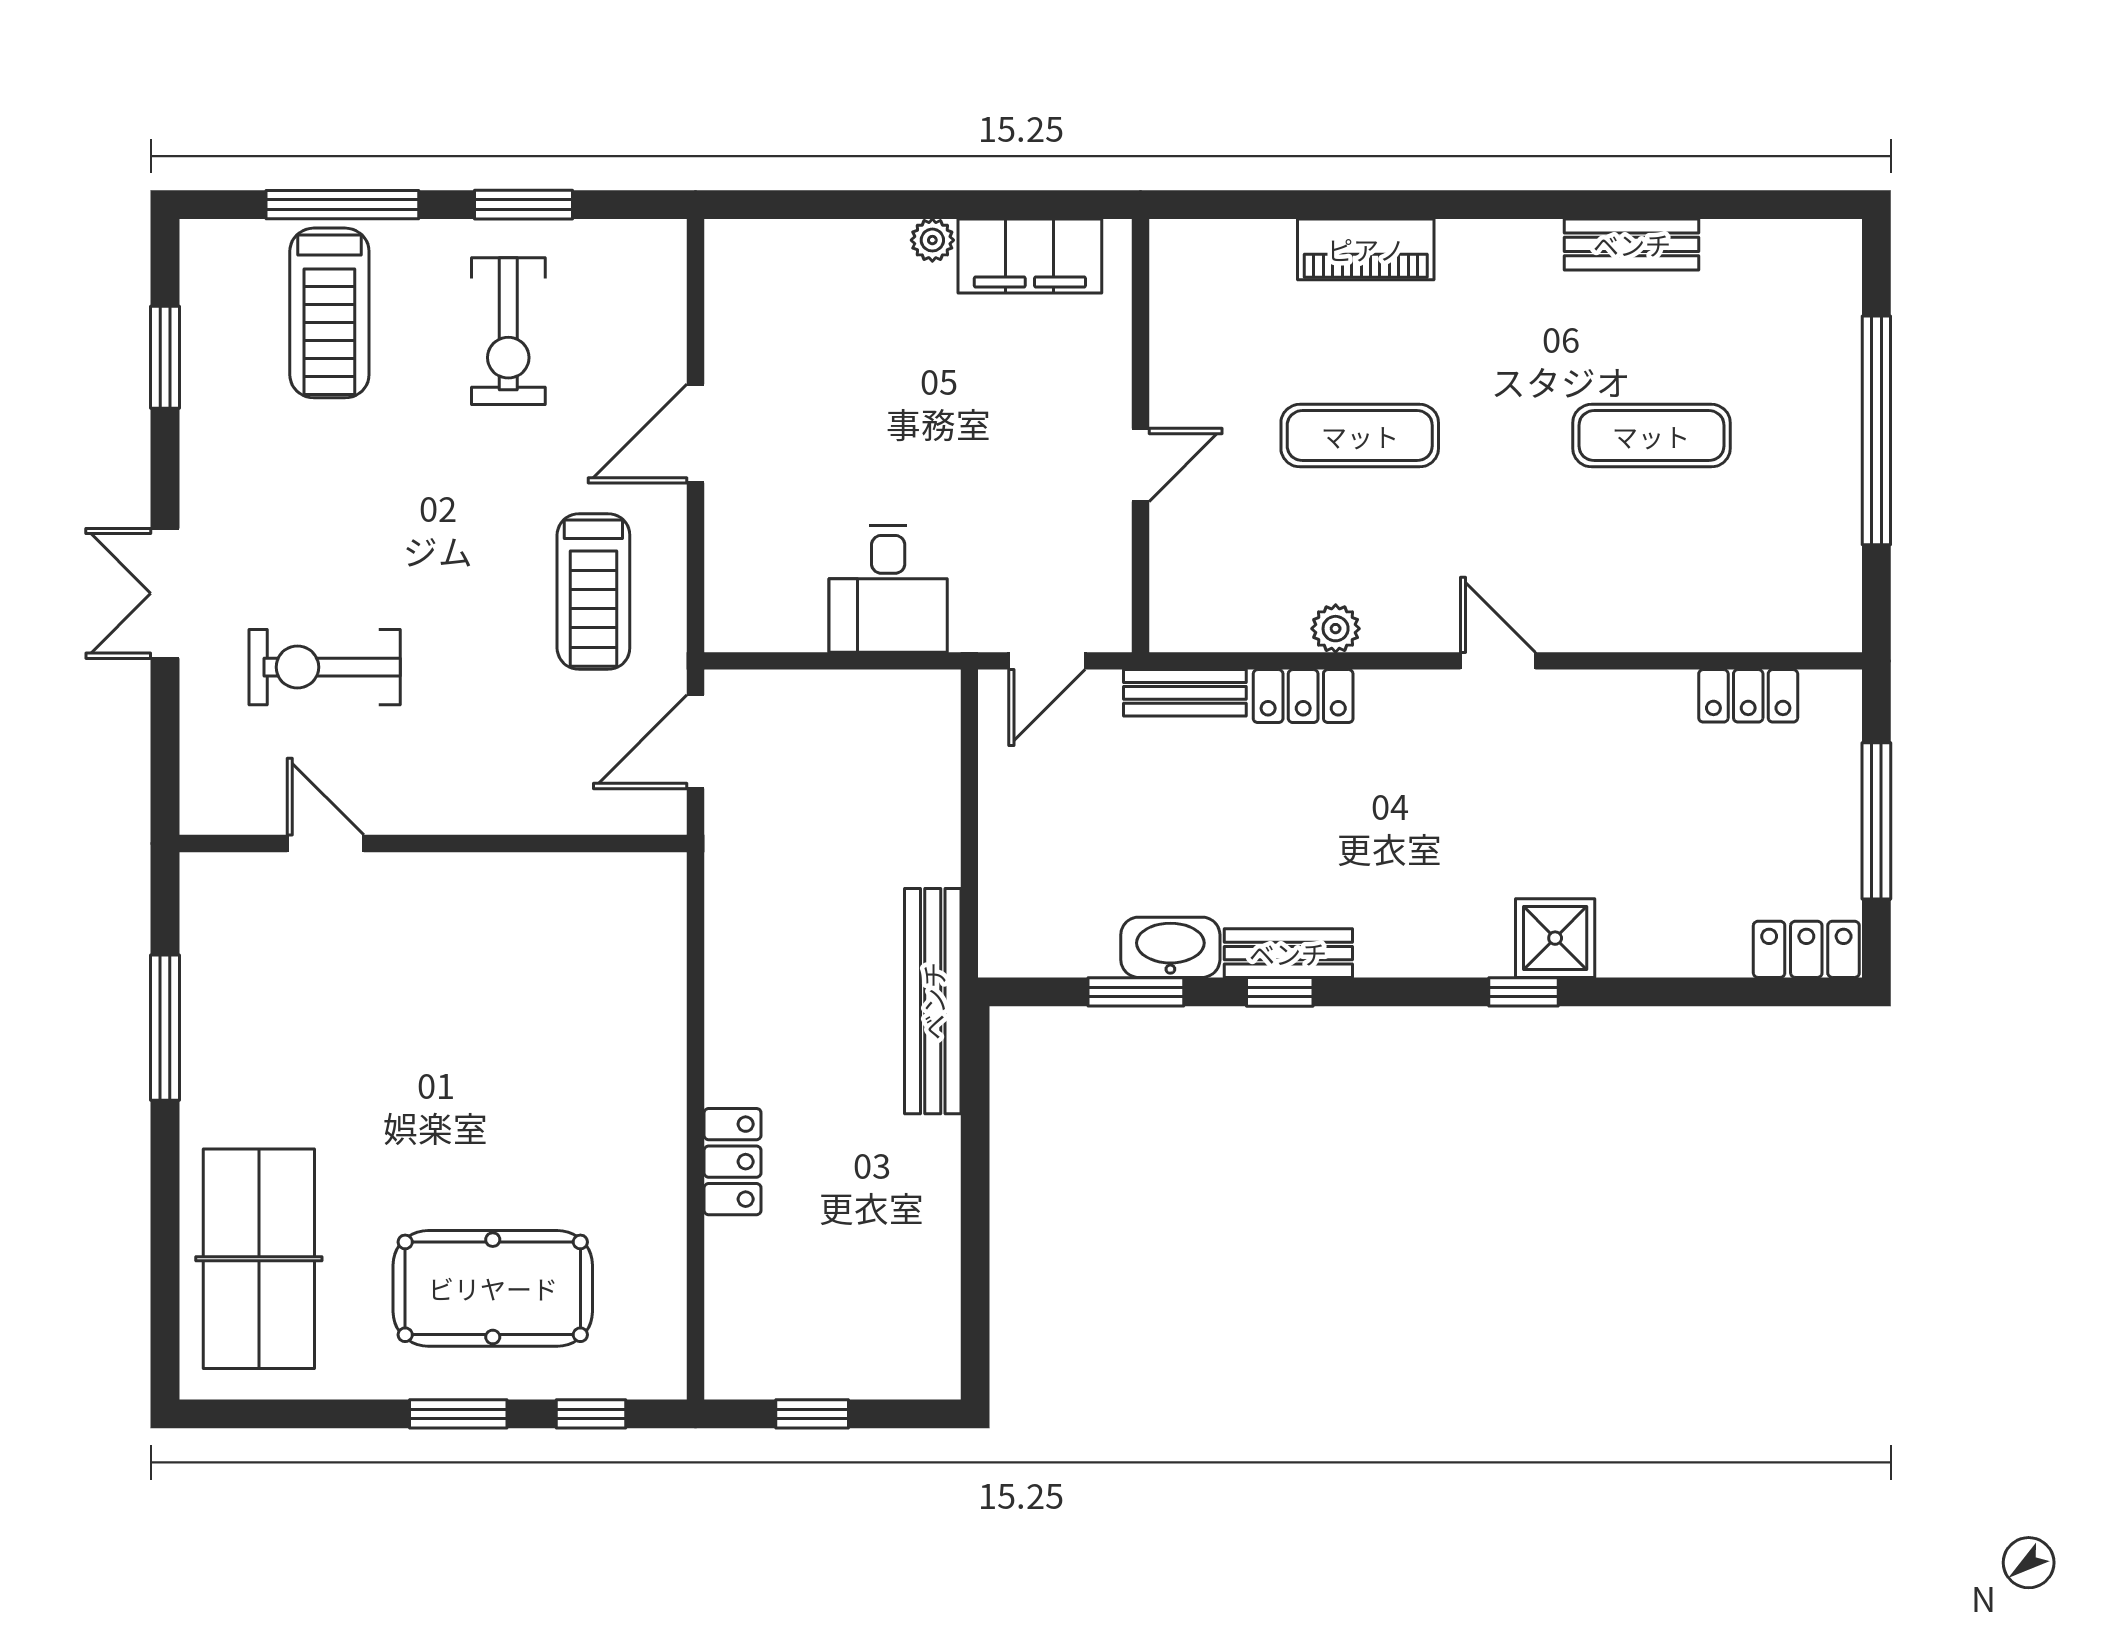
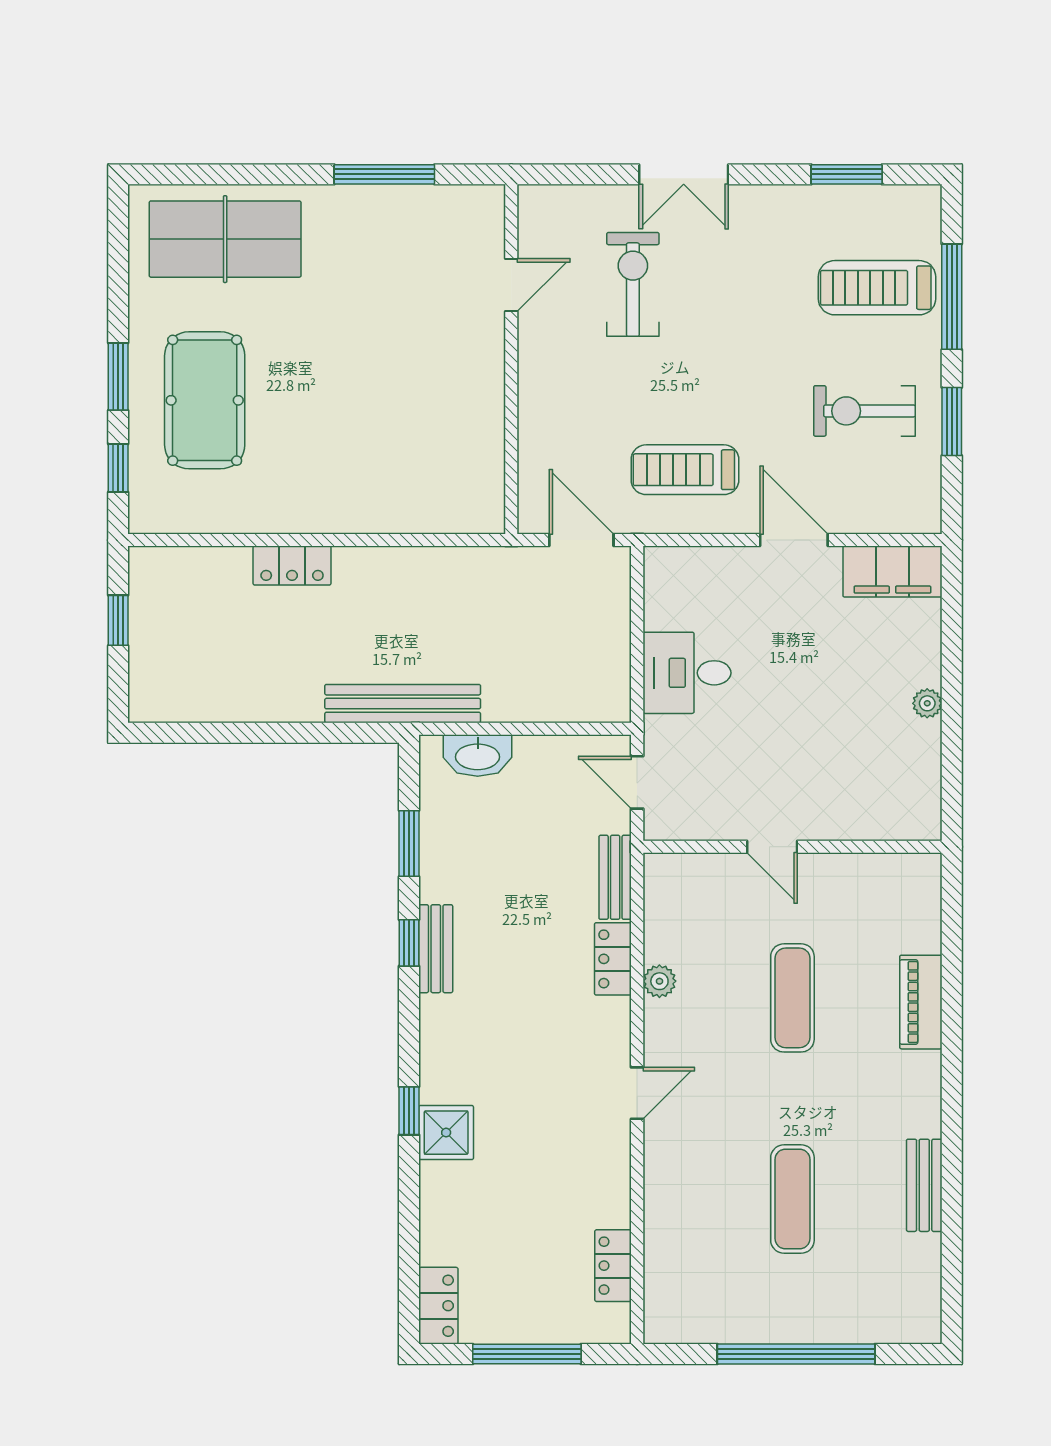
filing cabinet: (1030, 256) -> (892, 572), moved, turned -90
double door: (165, 593) -> (684, 174), swing flipped
washbasin: (1170, 947) -> (478, 756), moved, turned 90

